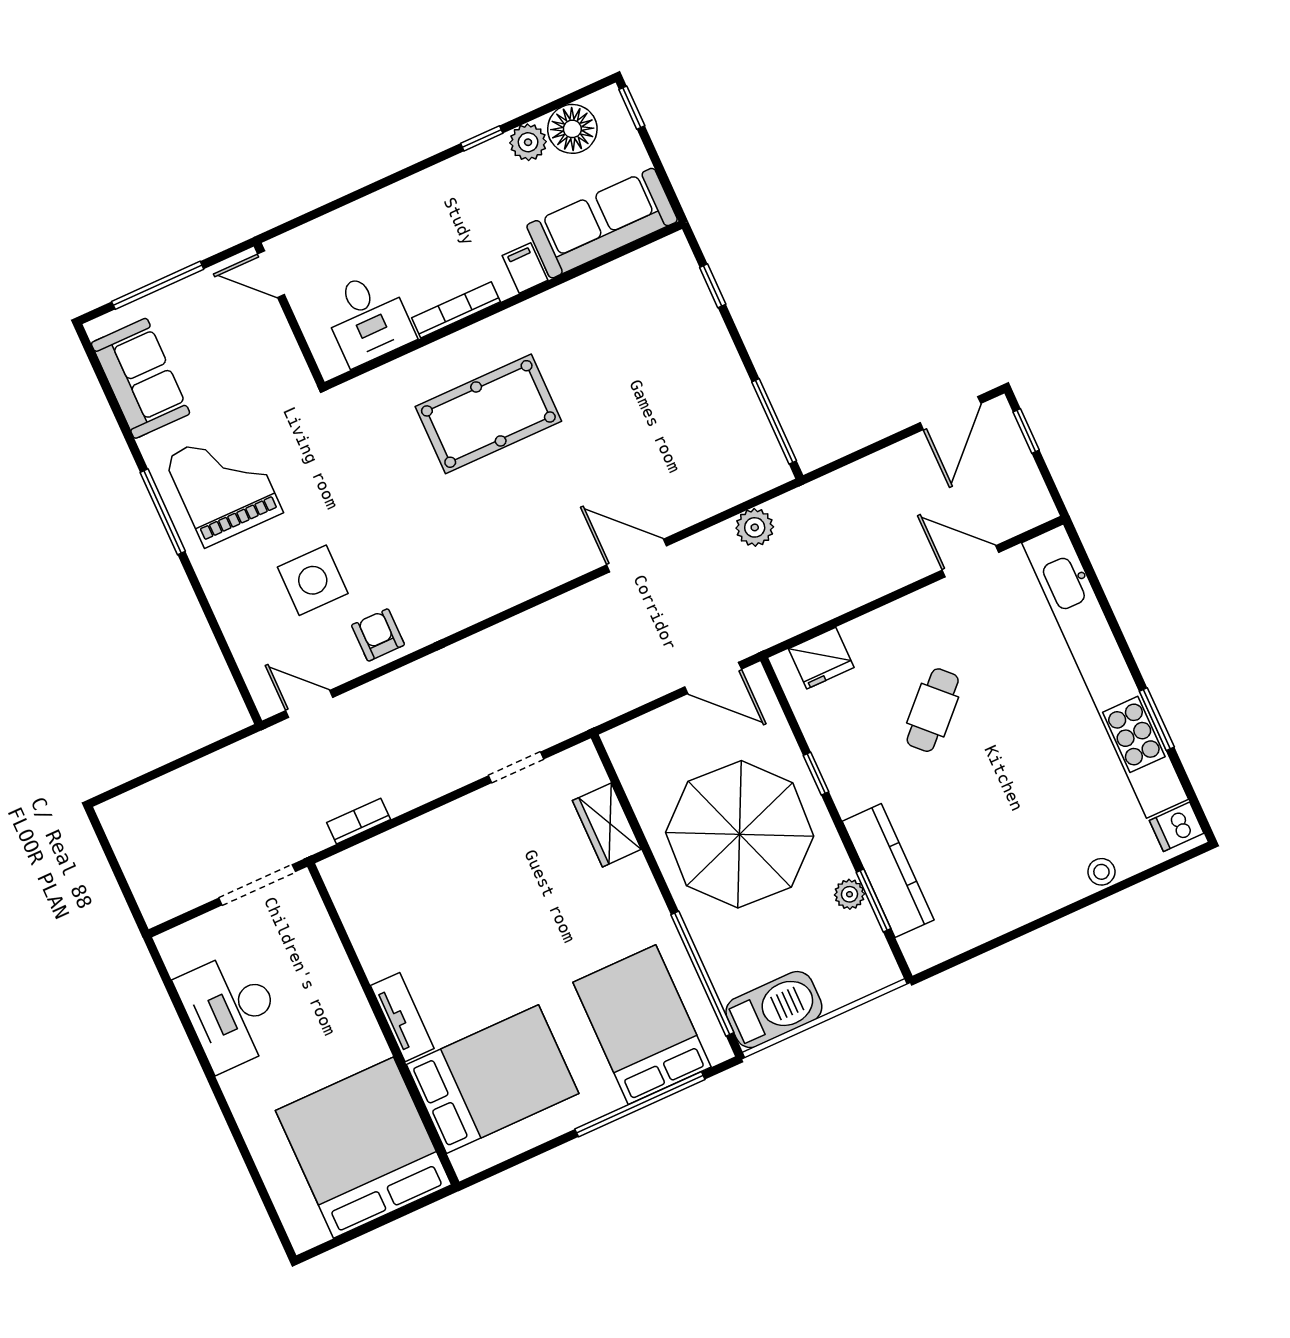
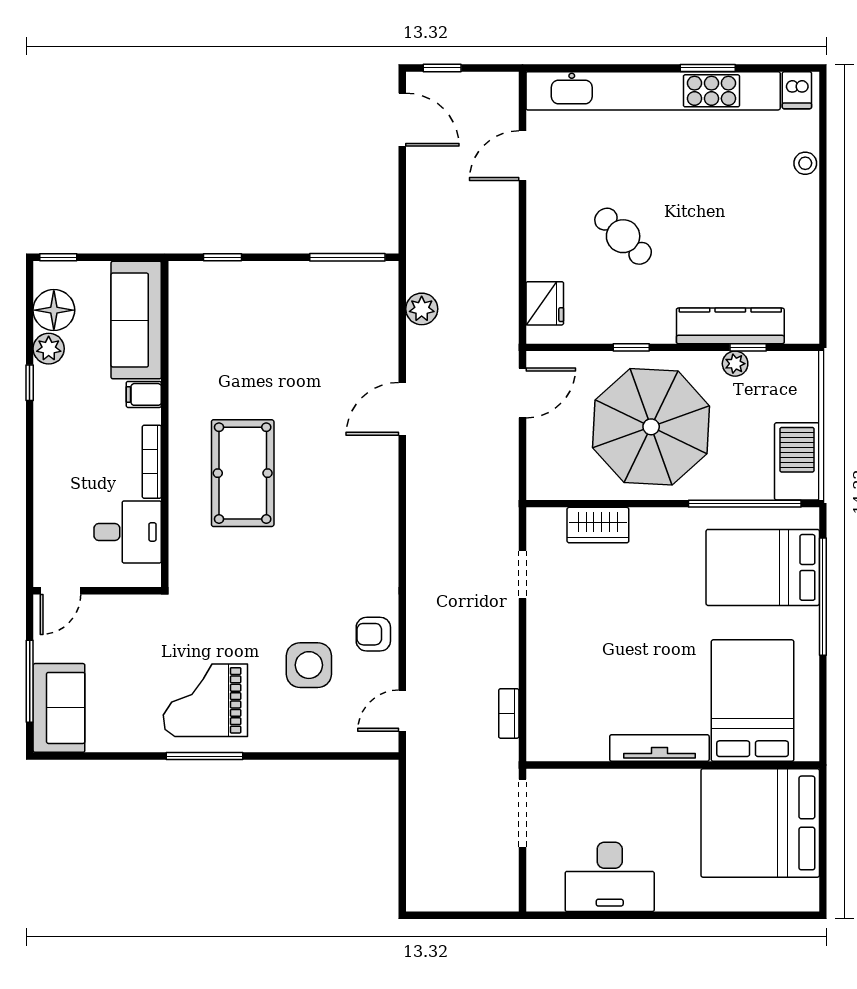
sofa: (141, 378) -> (59, 708), moved, turned 90
window: (874, 901) -> (748, 347), width x0.67
tv unit: (402, 1017) -> (659, 748), width x1.41

